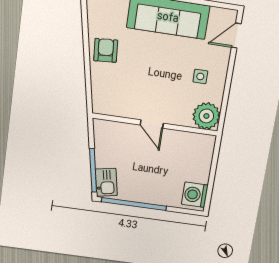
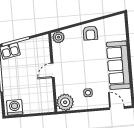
armchair: (106, 50) -> (90, 33), turned 94
plant: (101, 103) -> (58, 37), added

